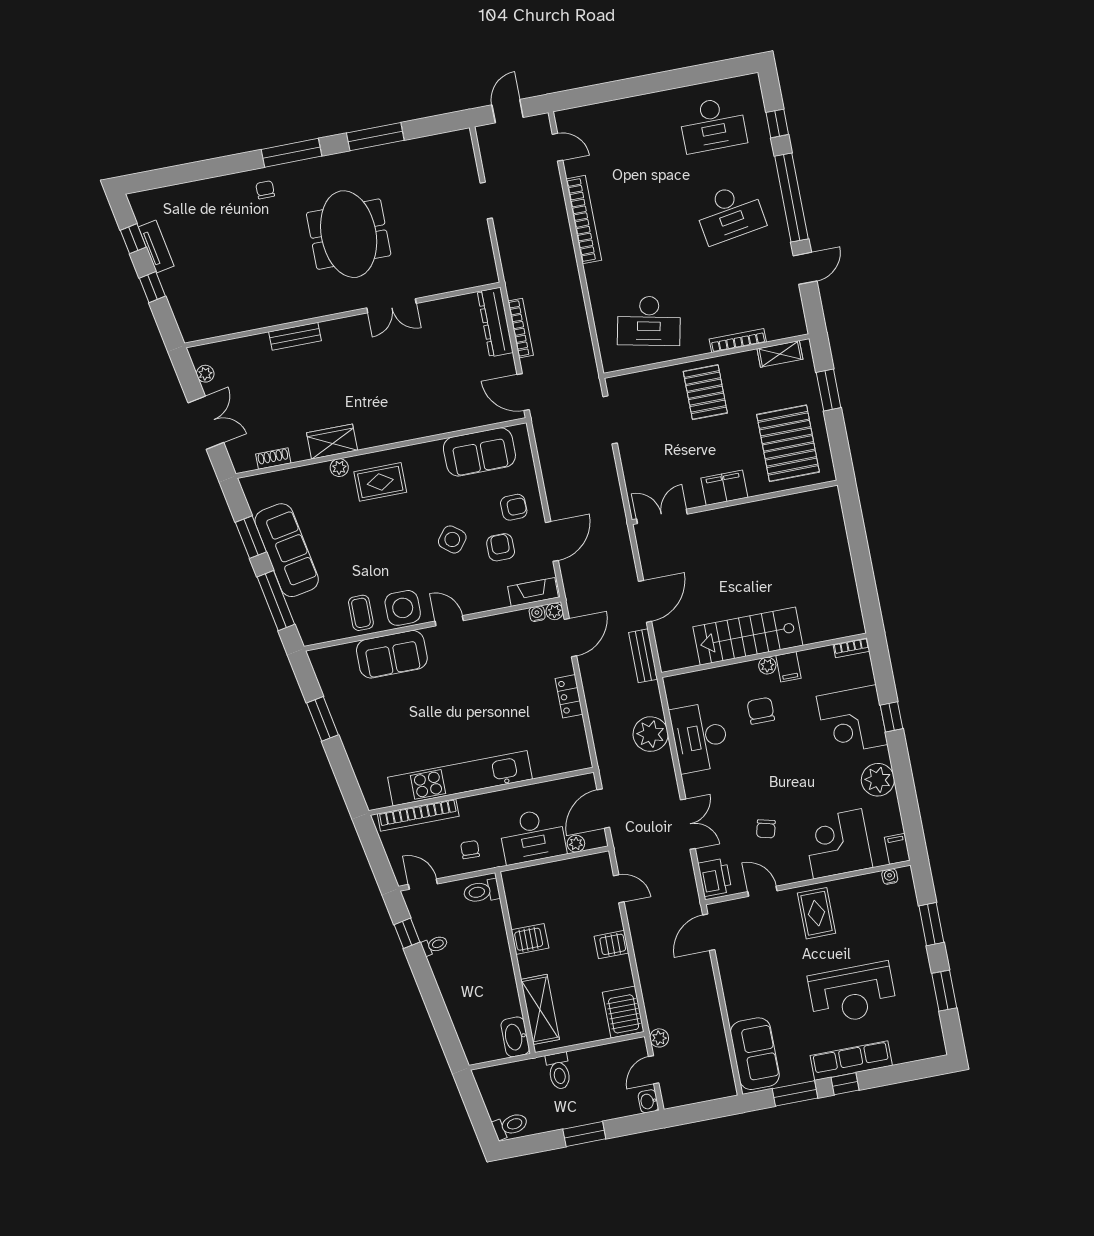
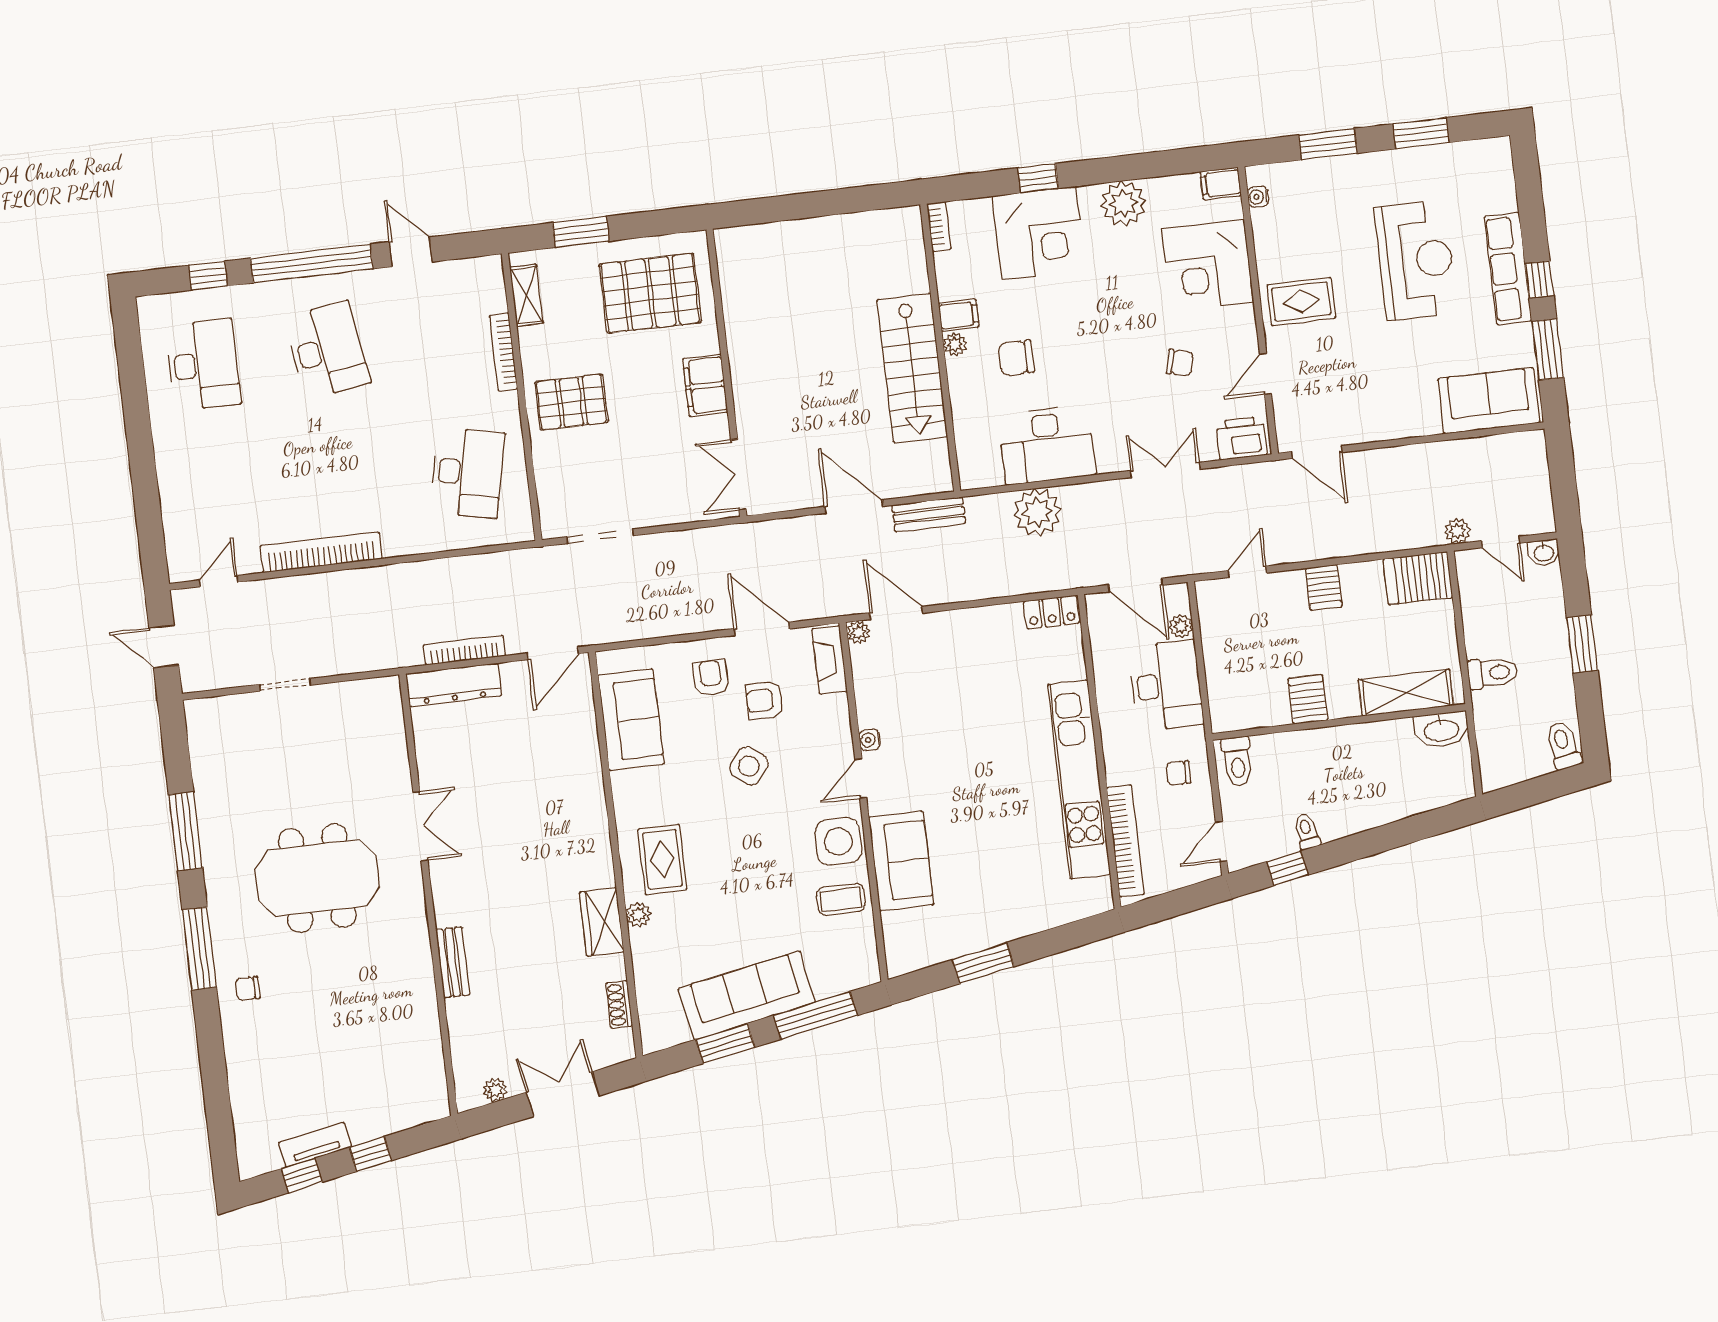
water cooler: (537, 614) -> (870, 740), moved
locker: (569, 696) -> (1052, 612), moved

